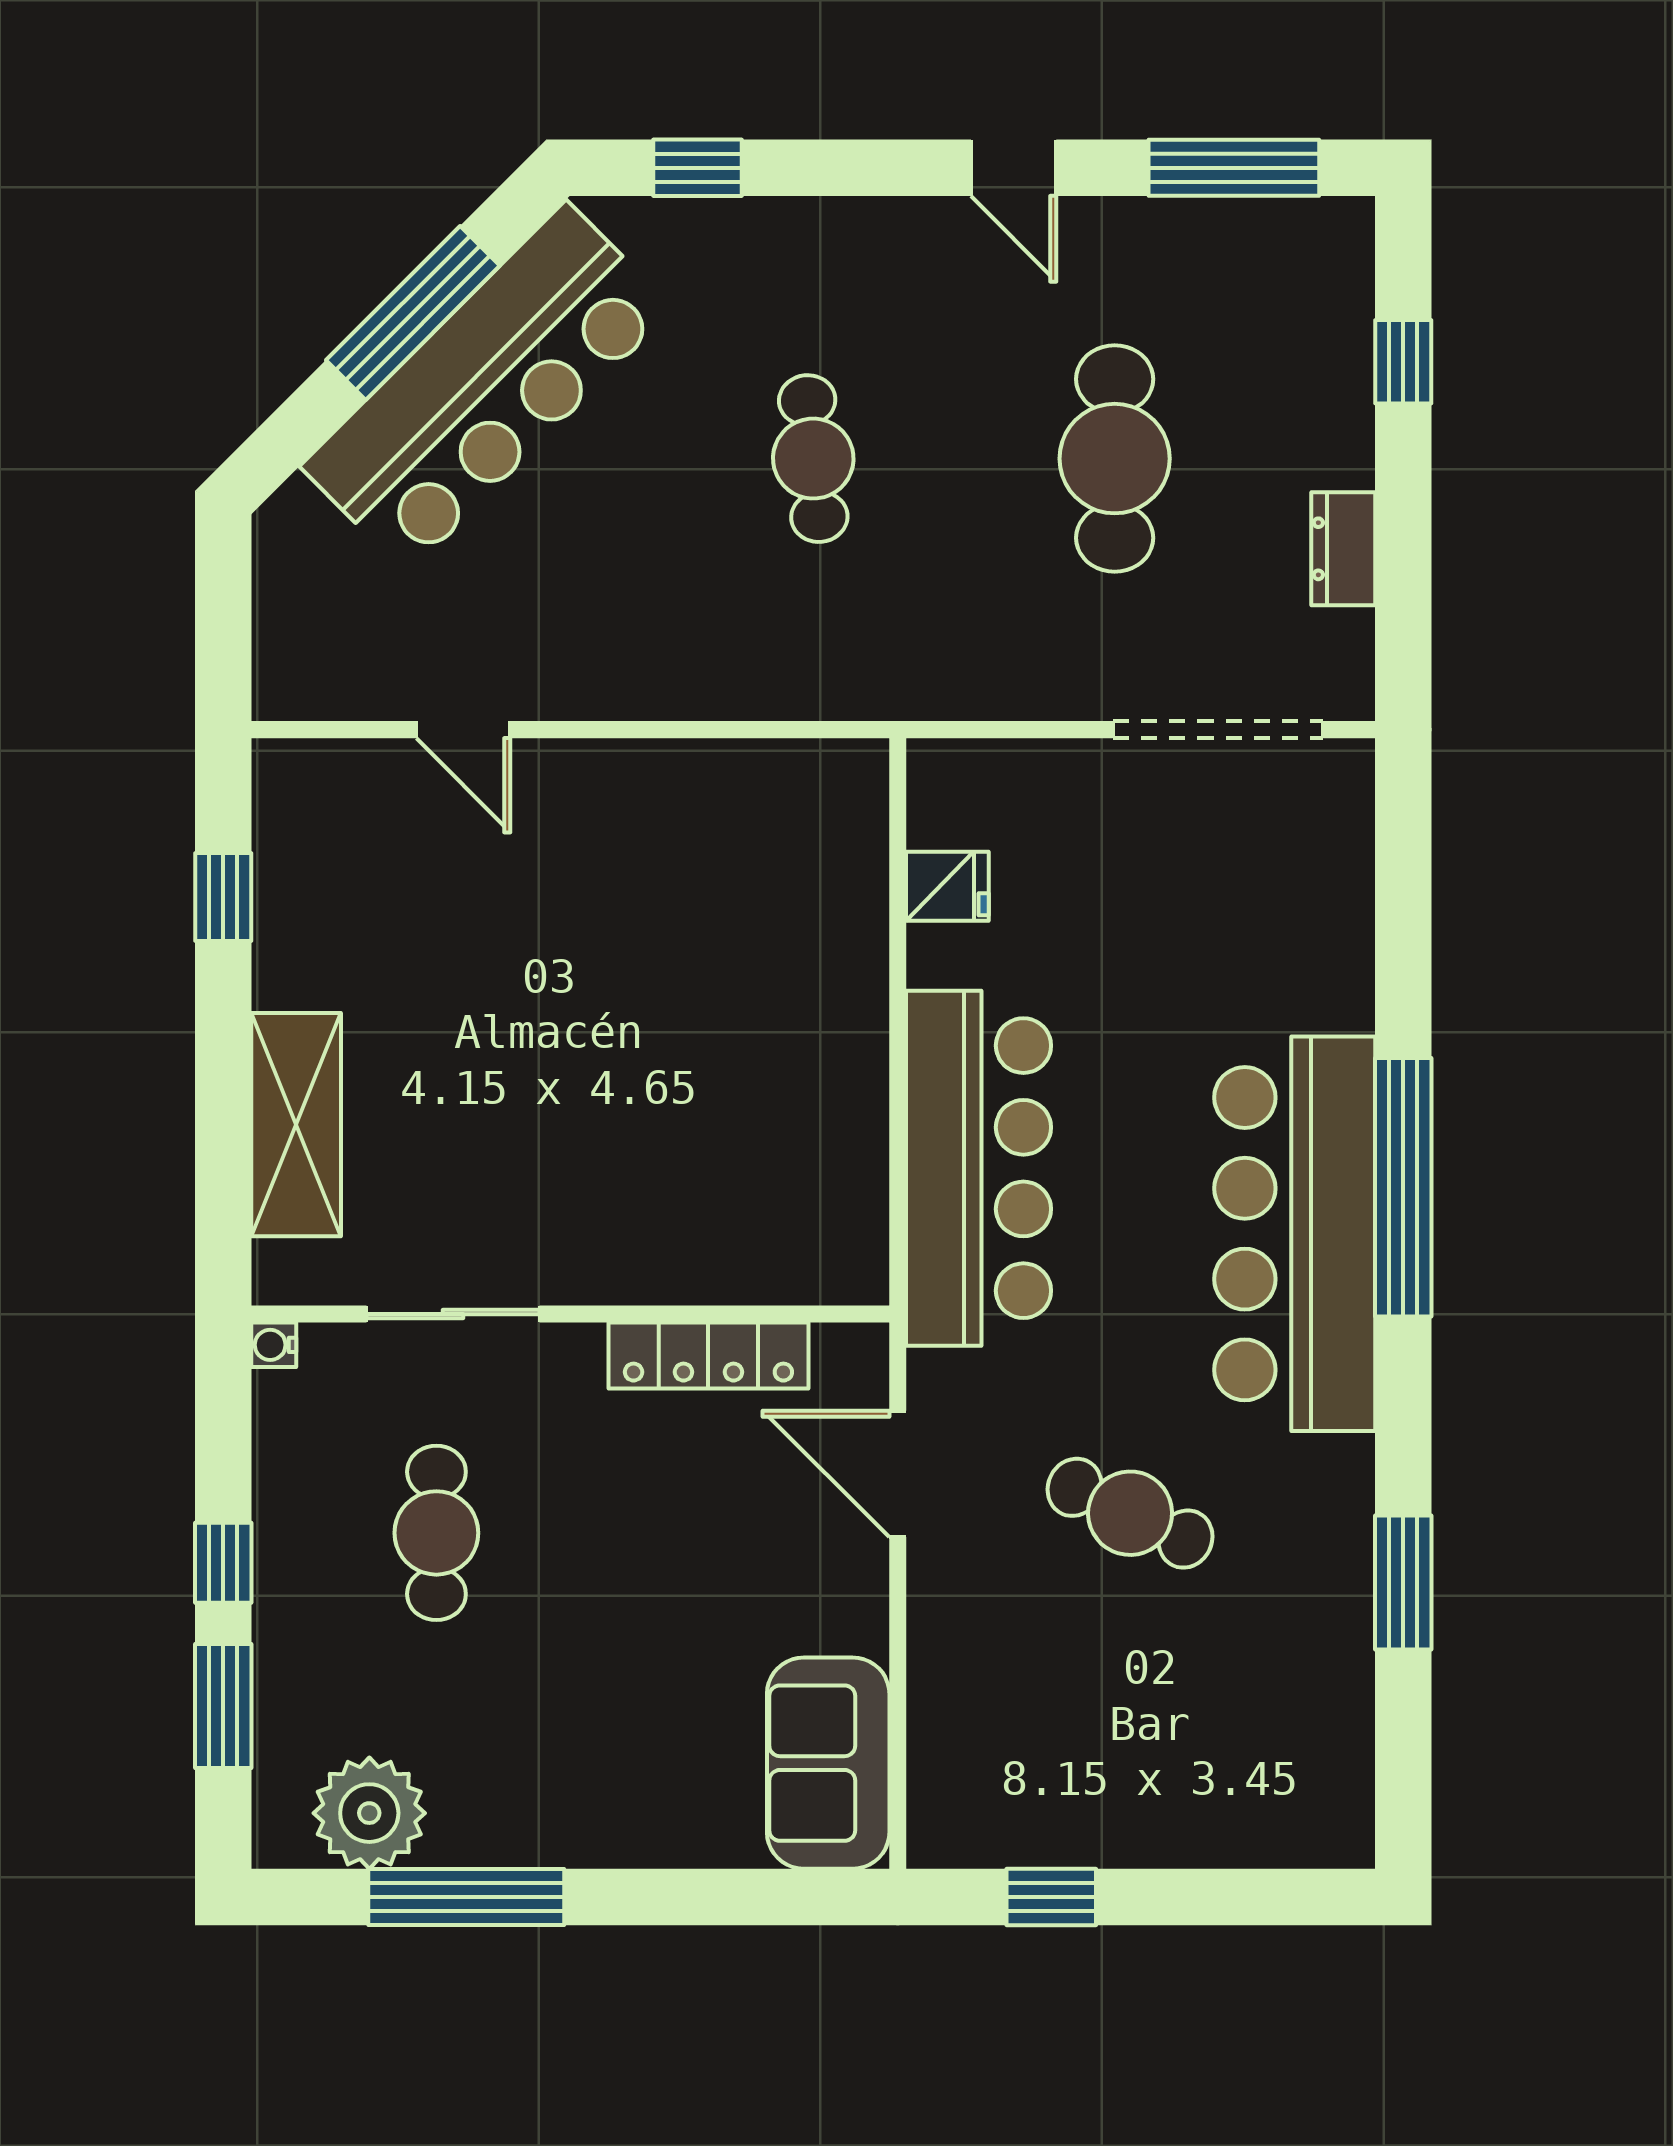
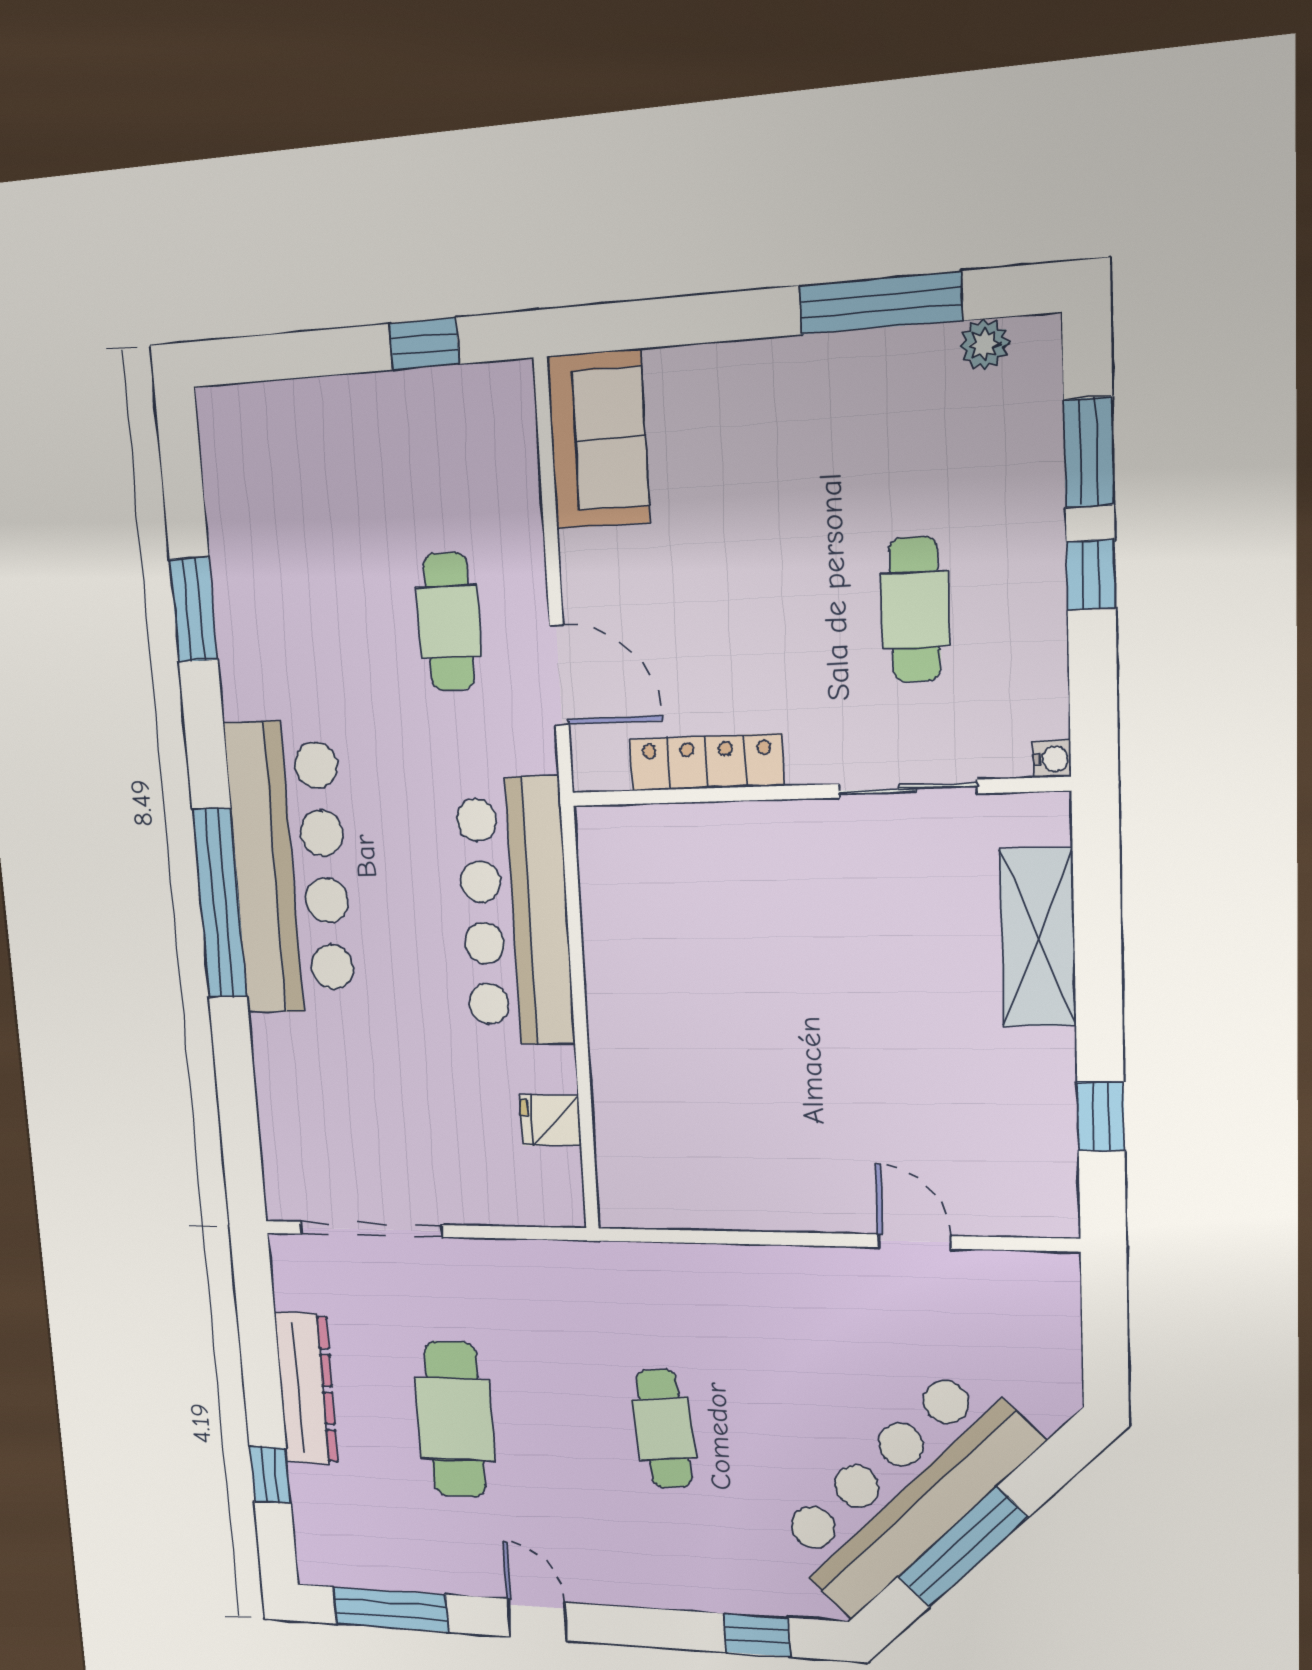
dresser: (1343, 549) -> (306, 1389), width x1.96, depth x1.24
cafe table: (1130, 1513) -> (449, 622), moved, turned 65
plant: (369, 1813) -> (984, 344), width x0.53, depth x0.53

